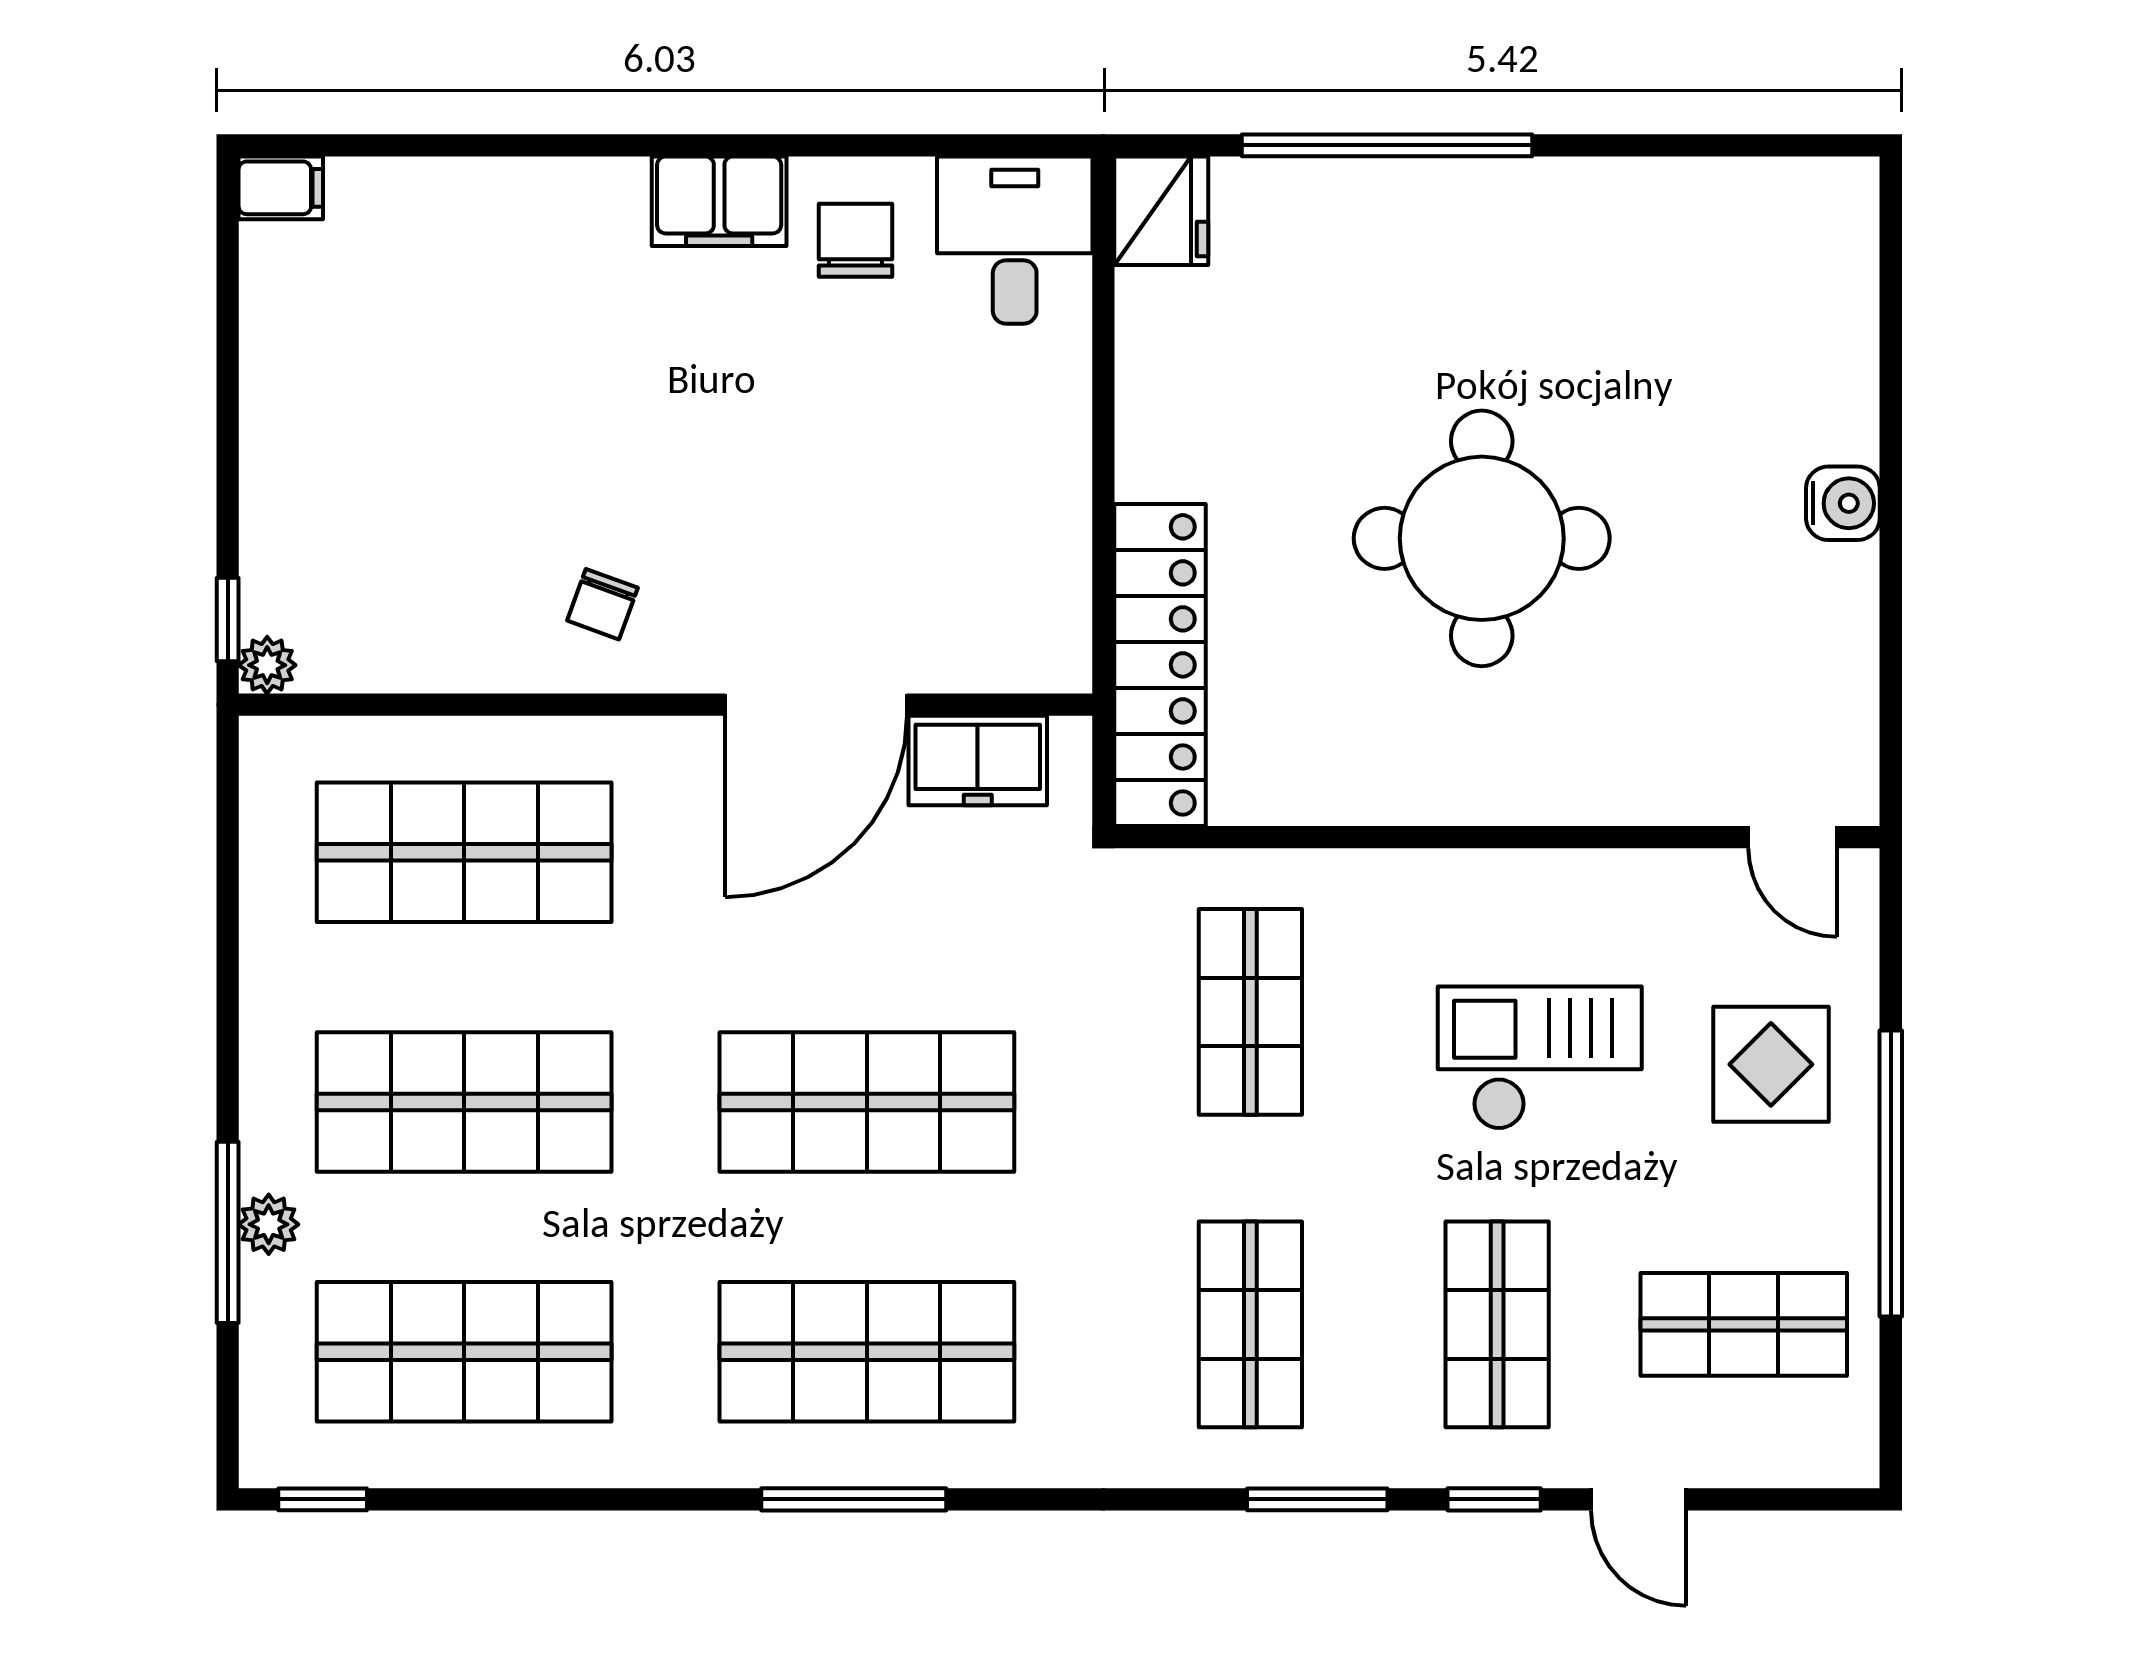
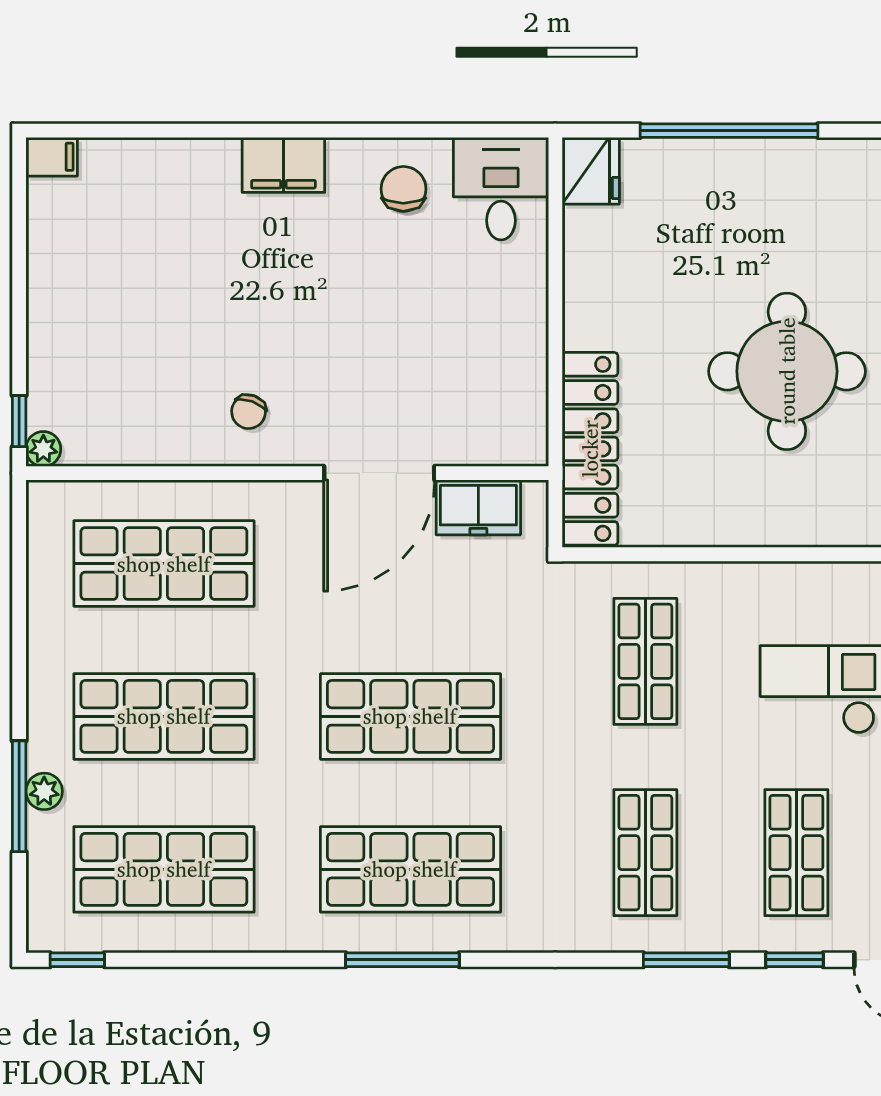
filing cabinet: (719, 201) -> (283, 165), moved

